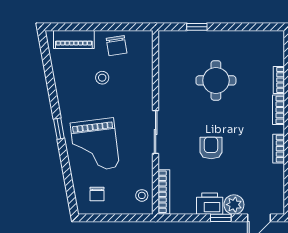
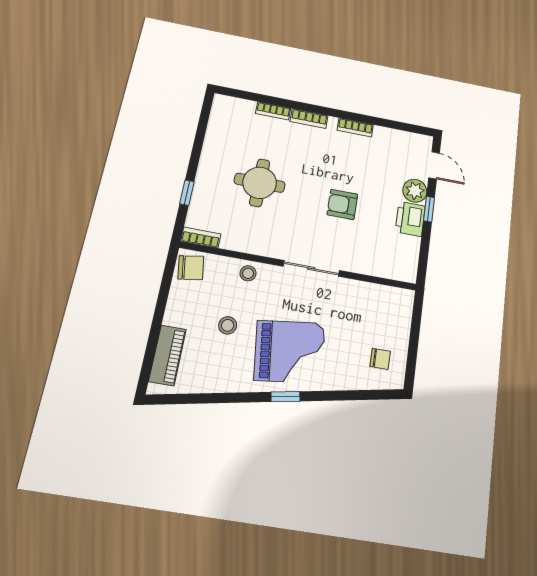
chair: (117, 46) -> (191, 268), moved
grand piano: (95, 145) -> (290, 352), moved
bookcase: (164, 192) -> (201, 238), moved, width x0.64
stool: (142, 195) -> (248, 273), moved

